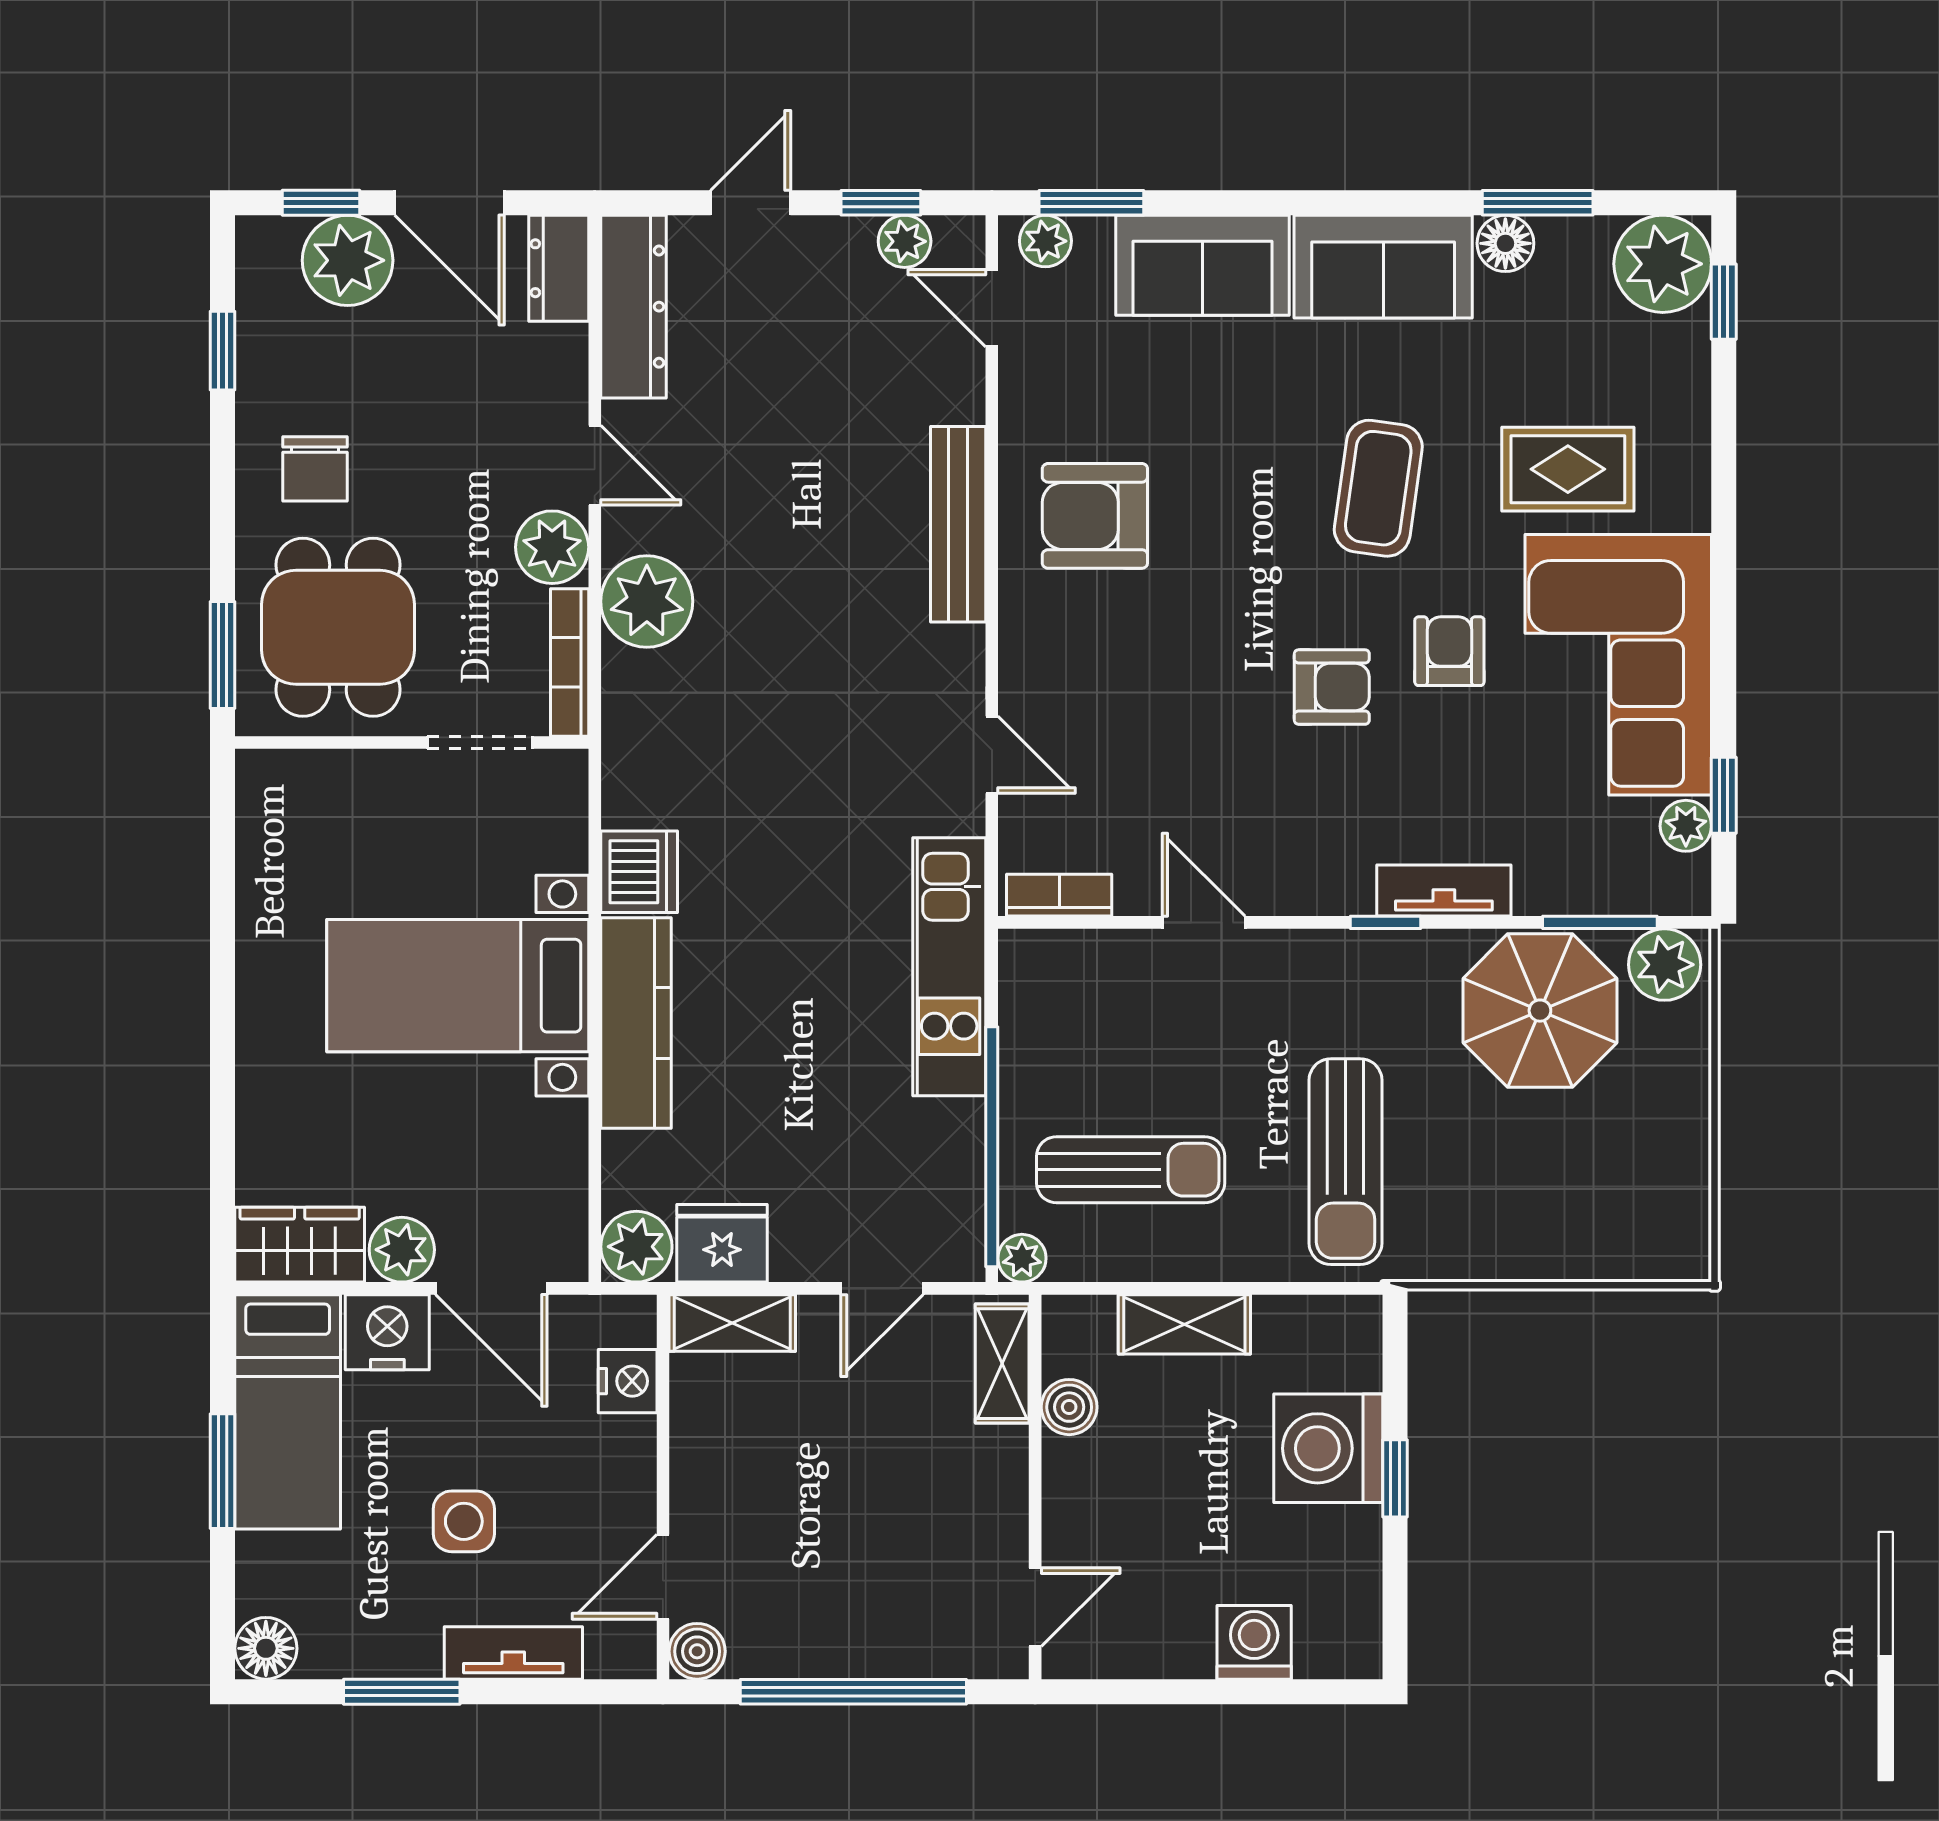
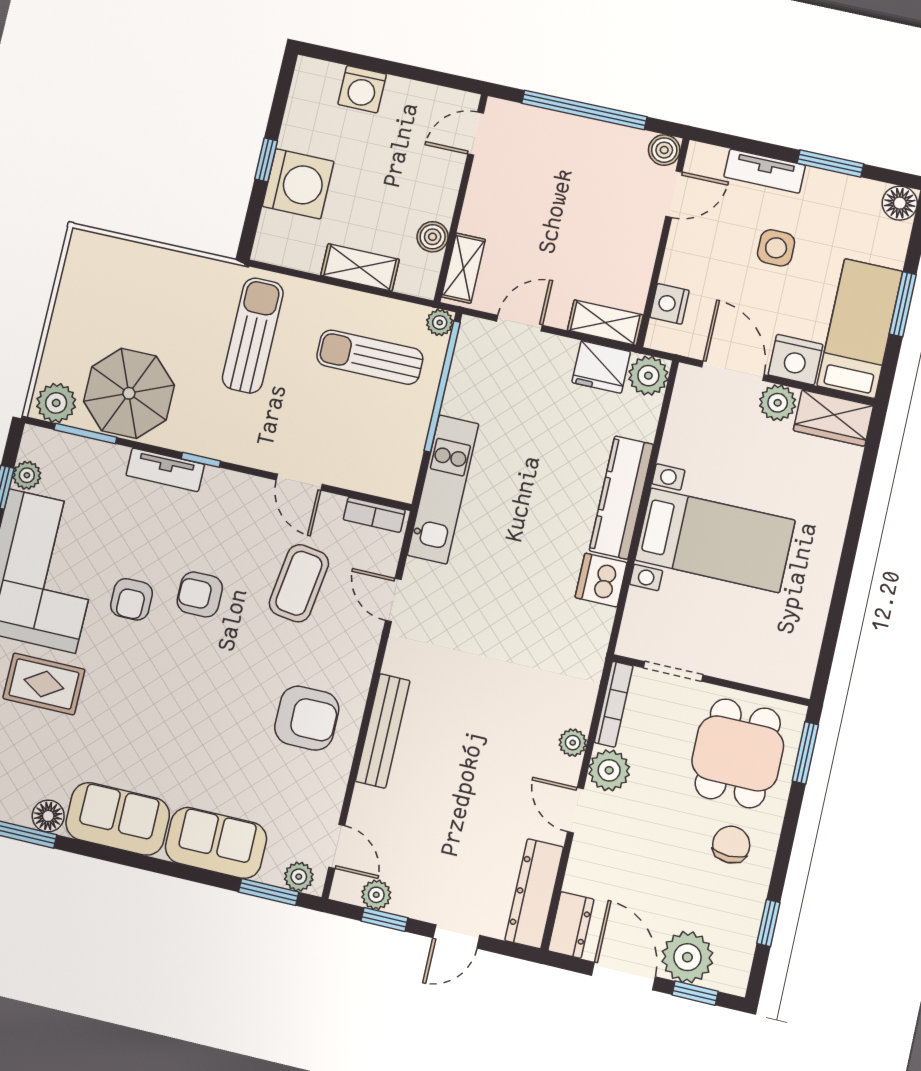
coffee table: (1378, 488) -> (299, 583), moved
plant: (647, 601) -> (573, 743), width x0.53, depth x0.53

